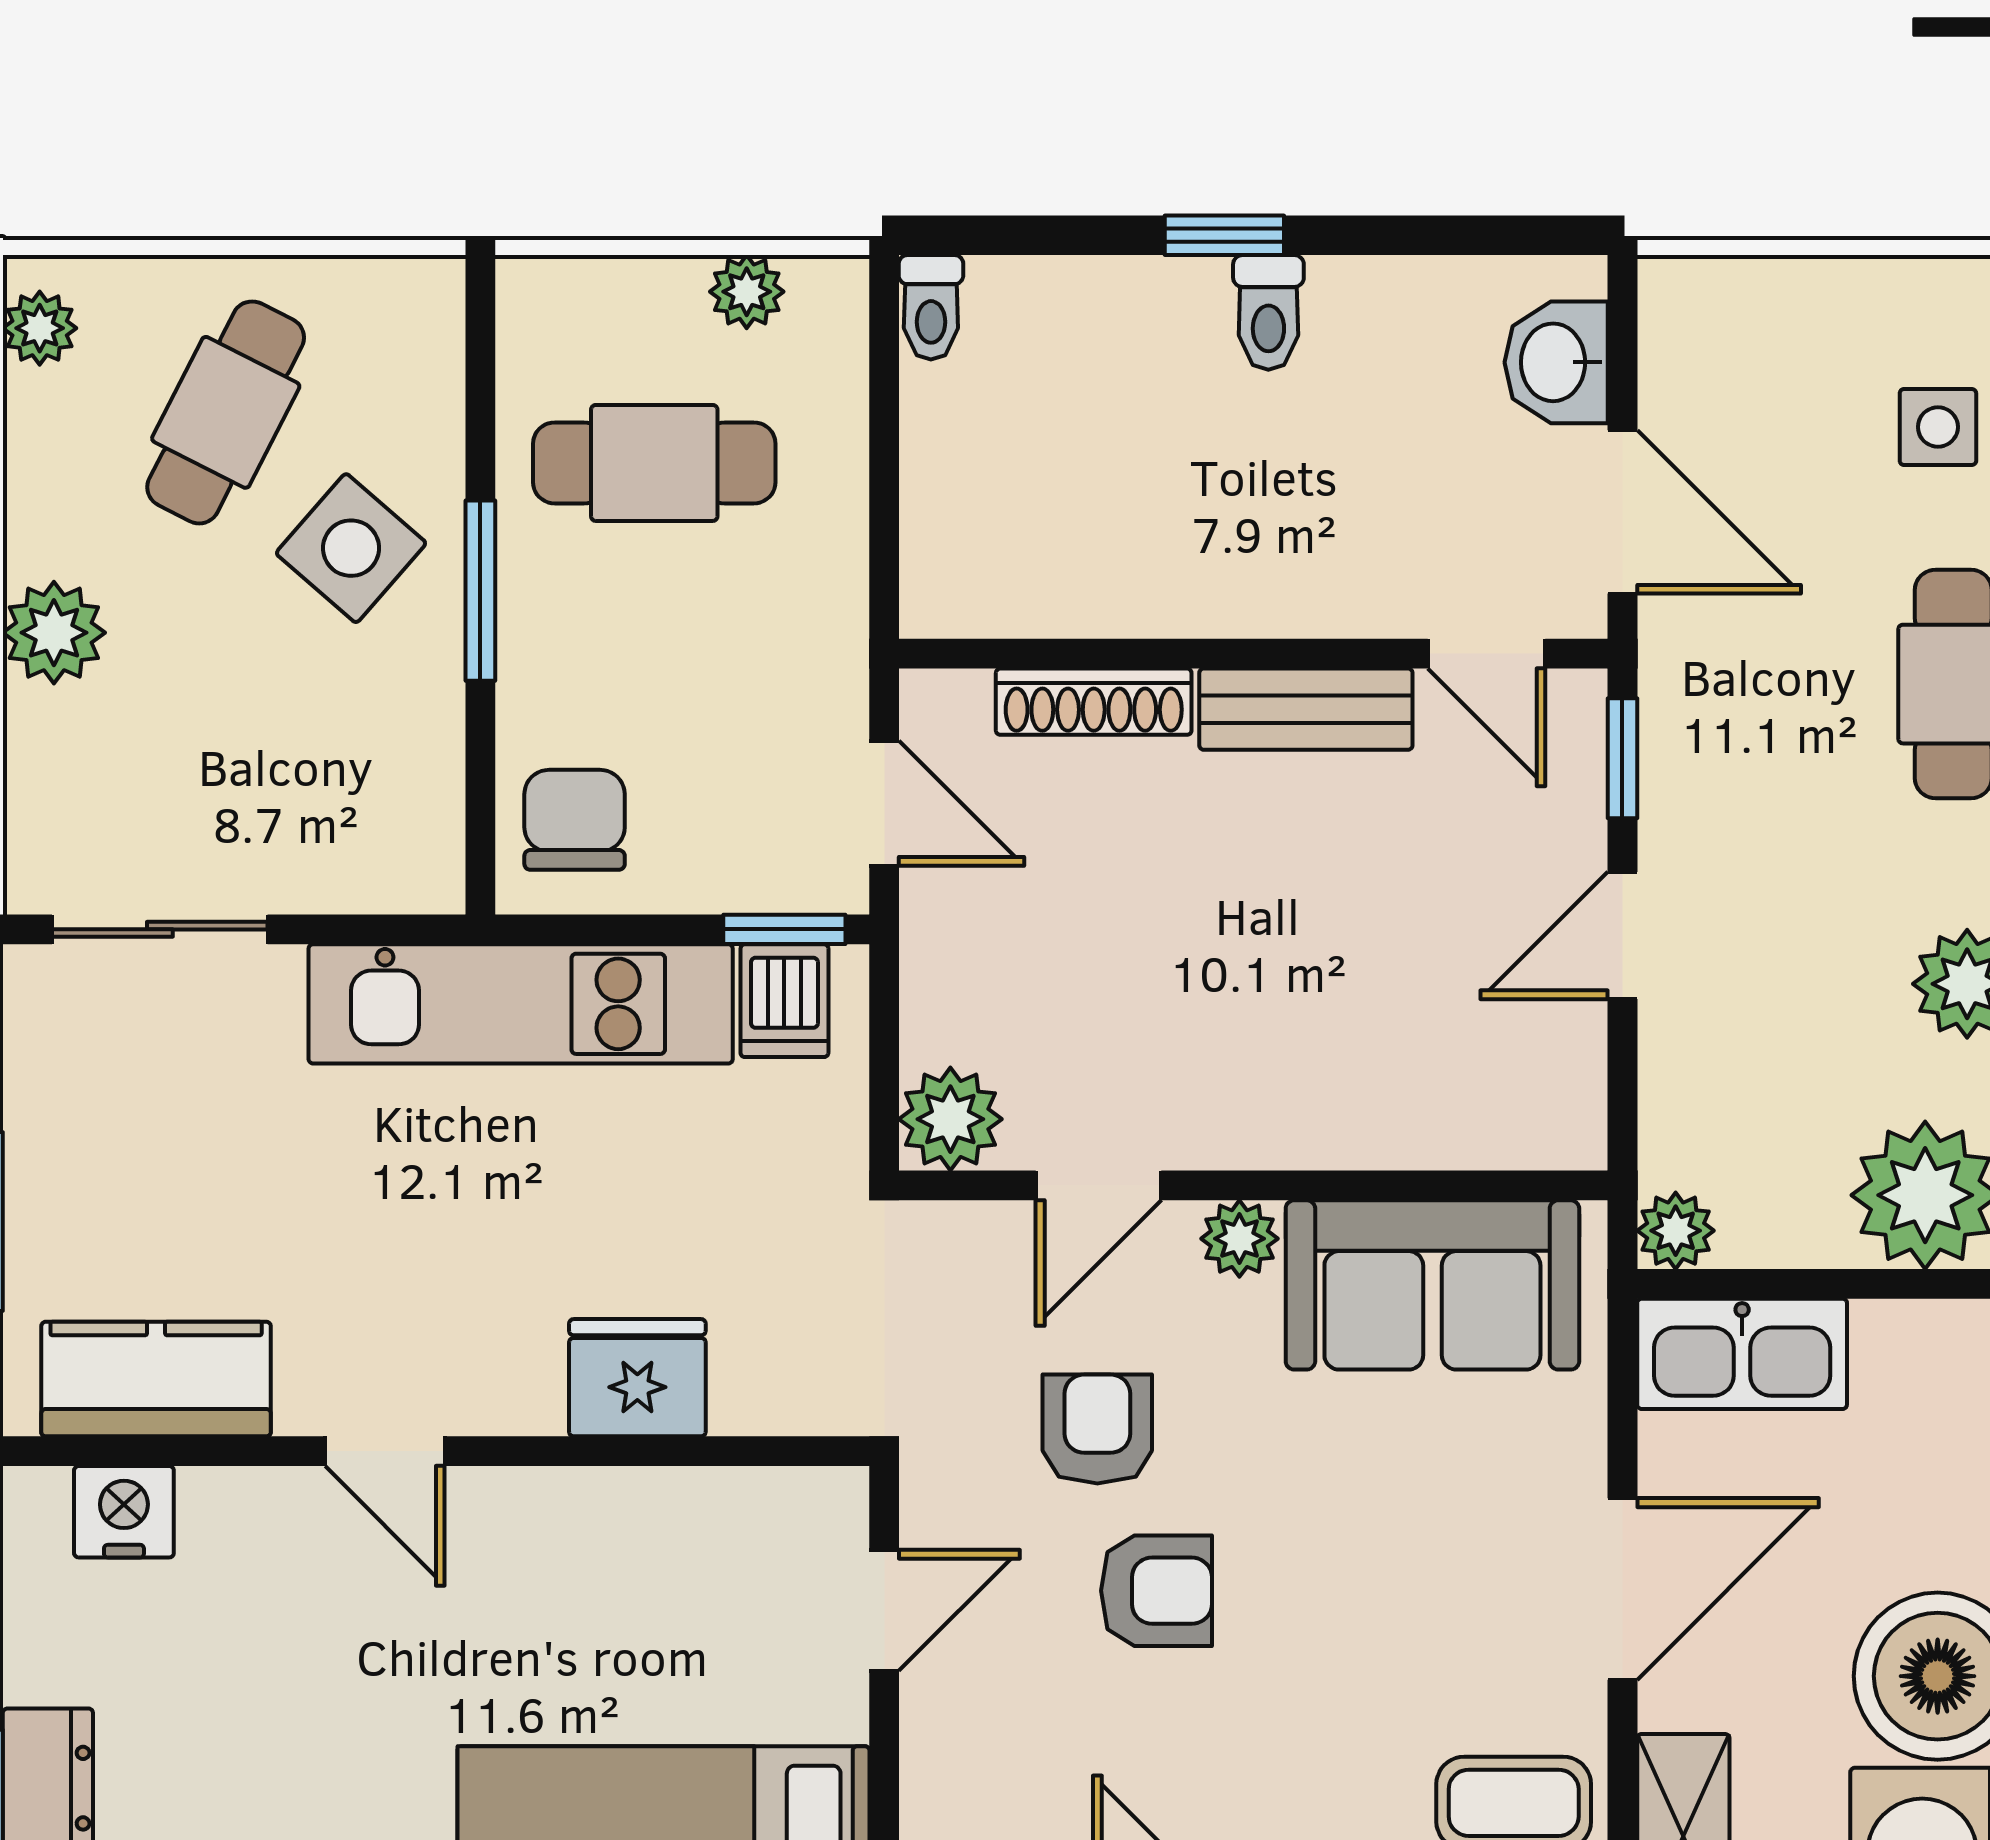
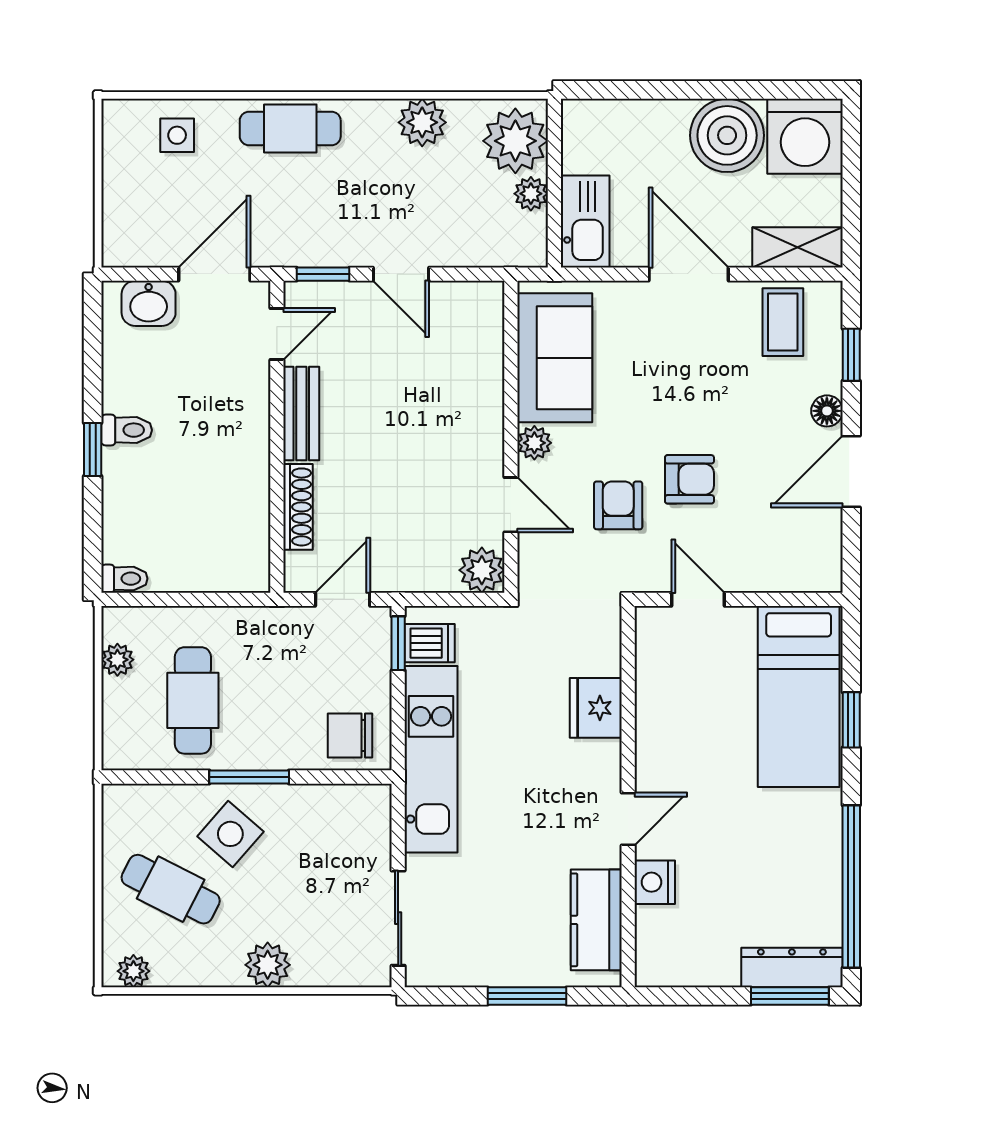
plant: (1676, 1231) -> (531, 194), moved
armchair: (1097, 1429) -> (618, 505), turned 90
nightstand: (124, 1512) -> (655, 882), moved
armchair: (1156, 1591) -> (689, 479), turned 90

